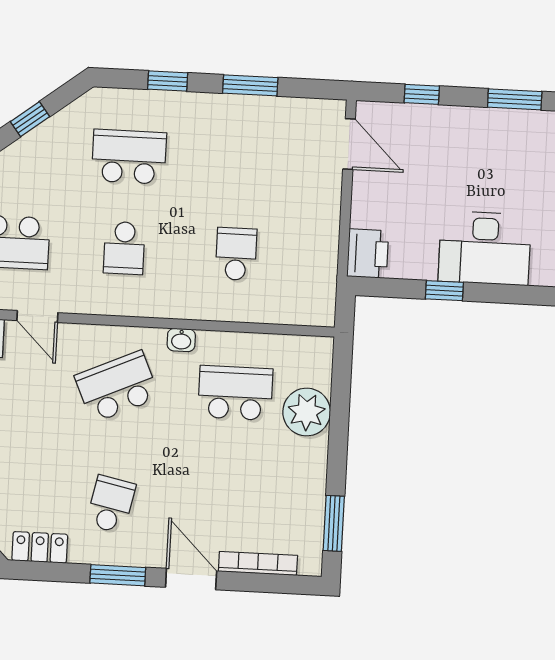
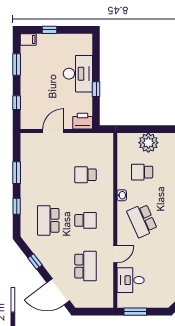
door: (349, 144) -> (53, 131), moved
school desk: (235, 393) -> (142, 172), width x0.54

